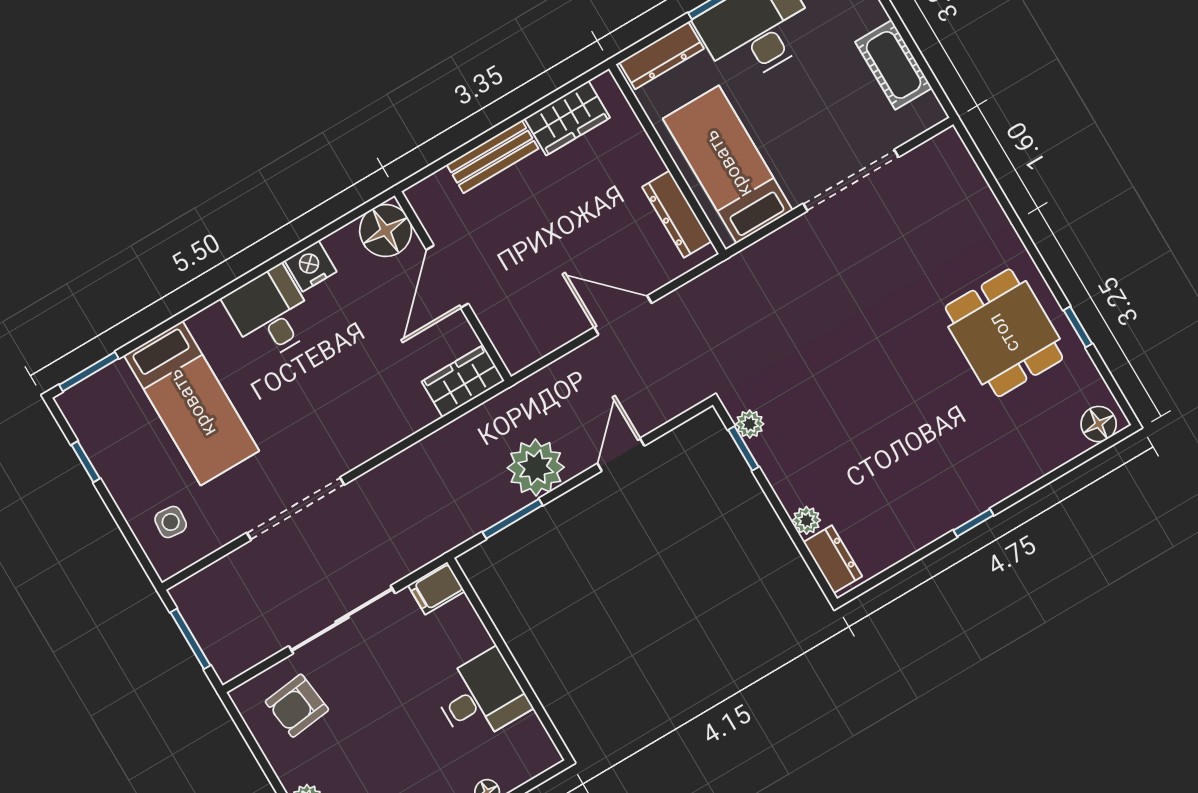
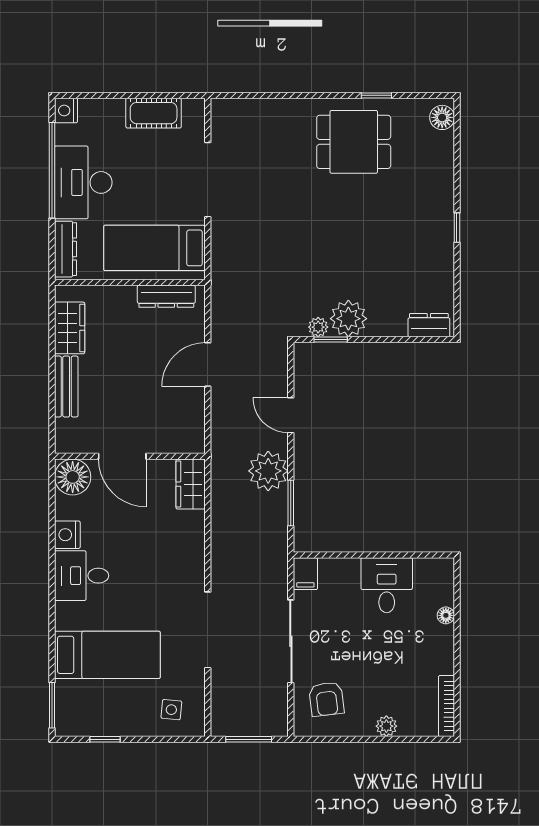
plant: (807, 520) -> (348, 319), moved, width x1.87, depth x1.87

